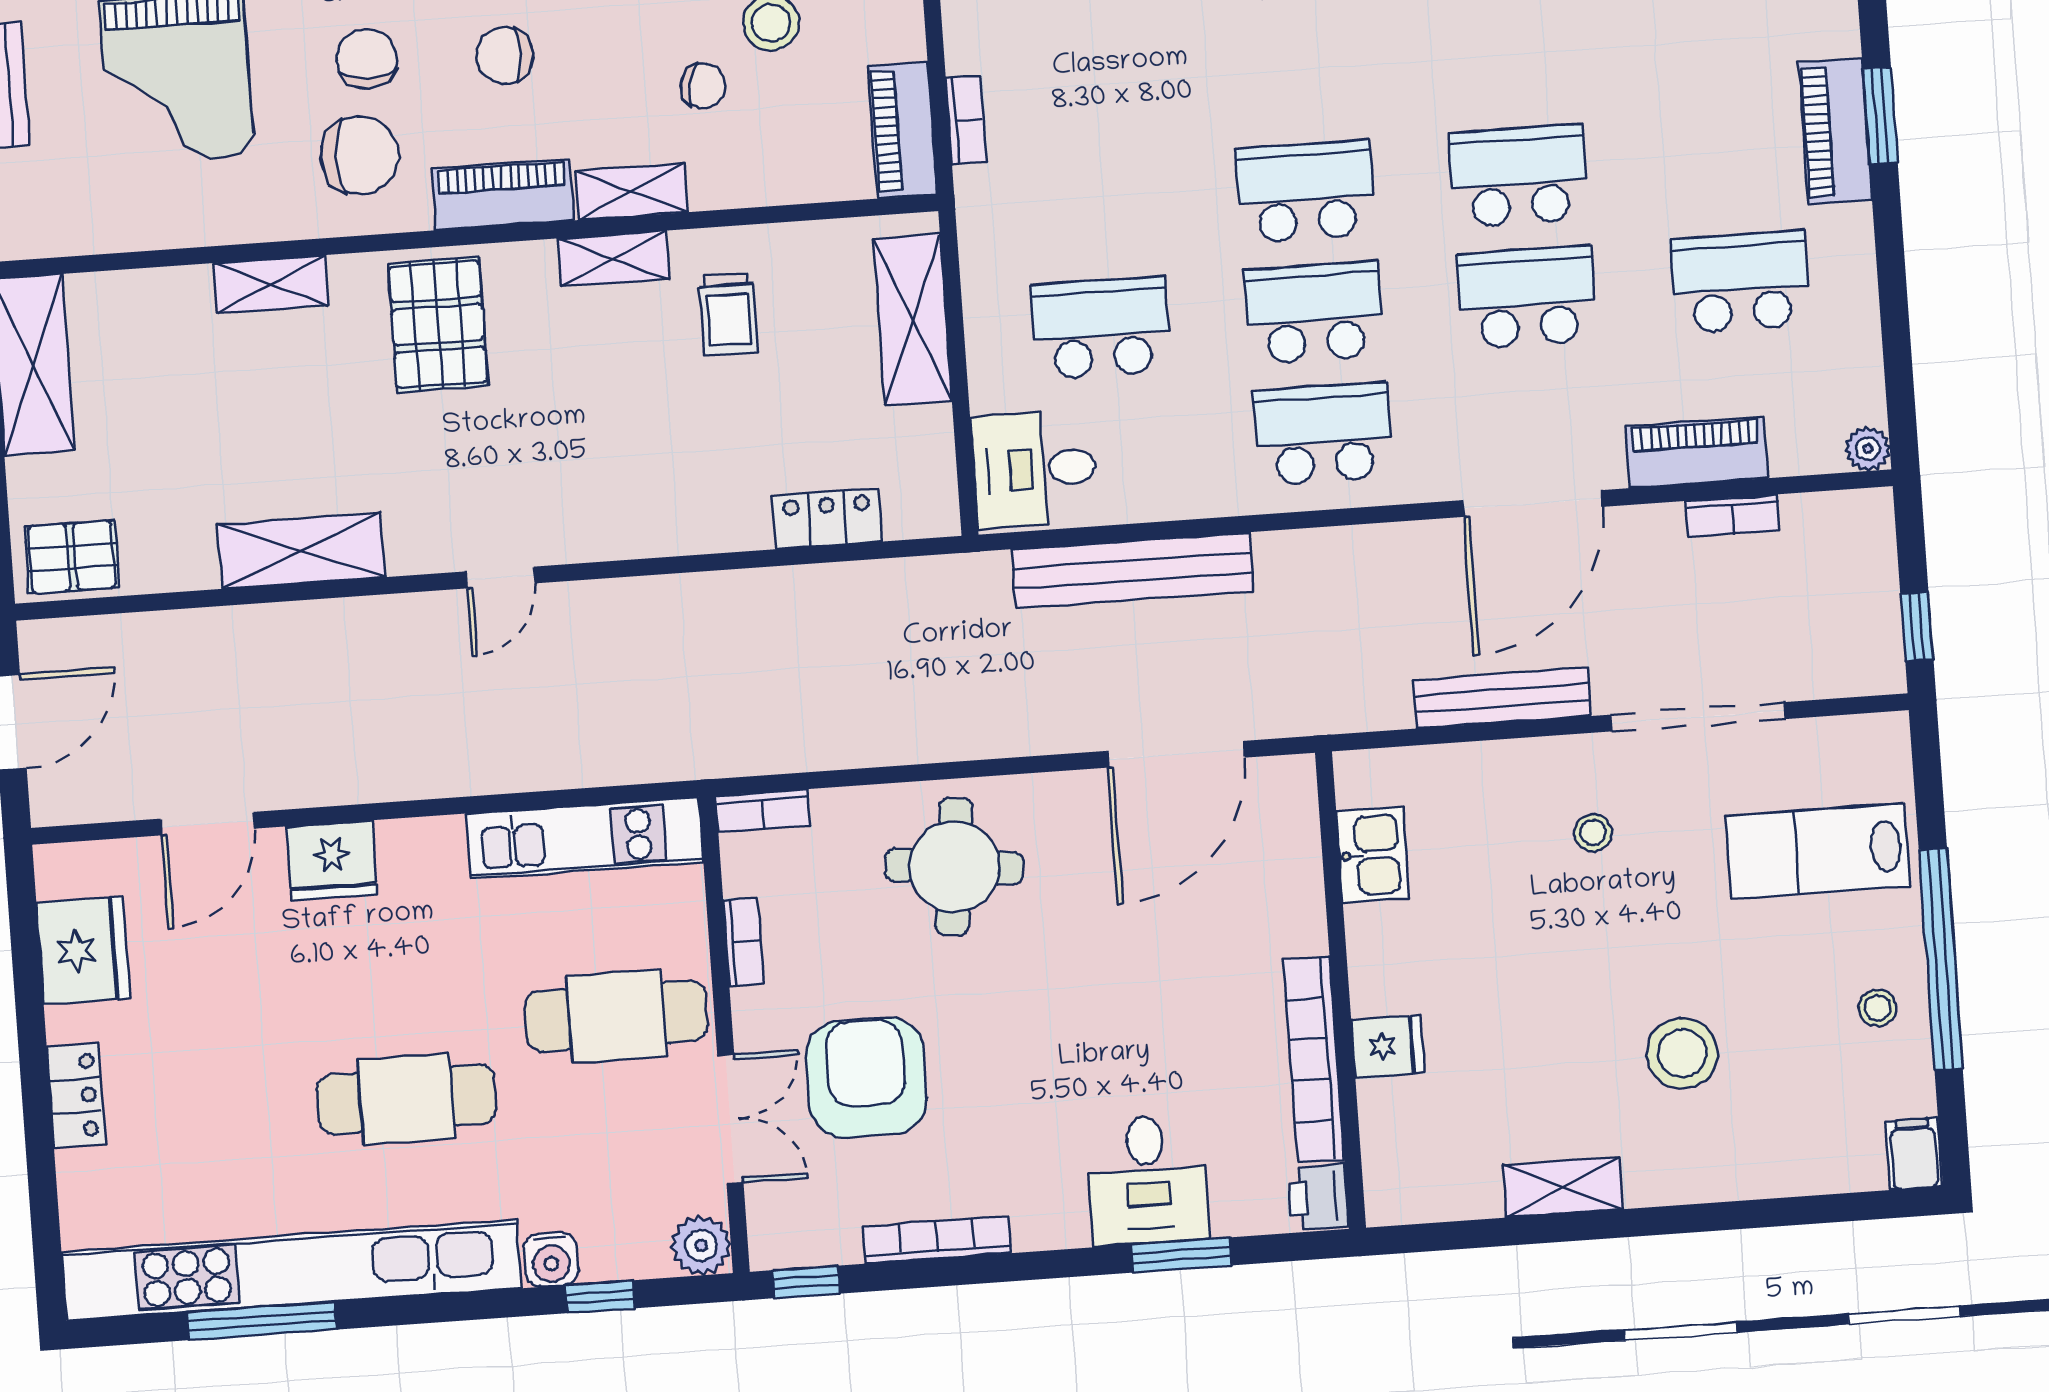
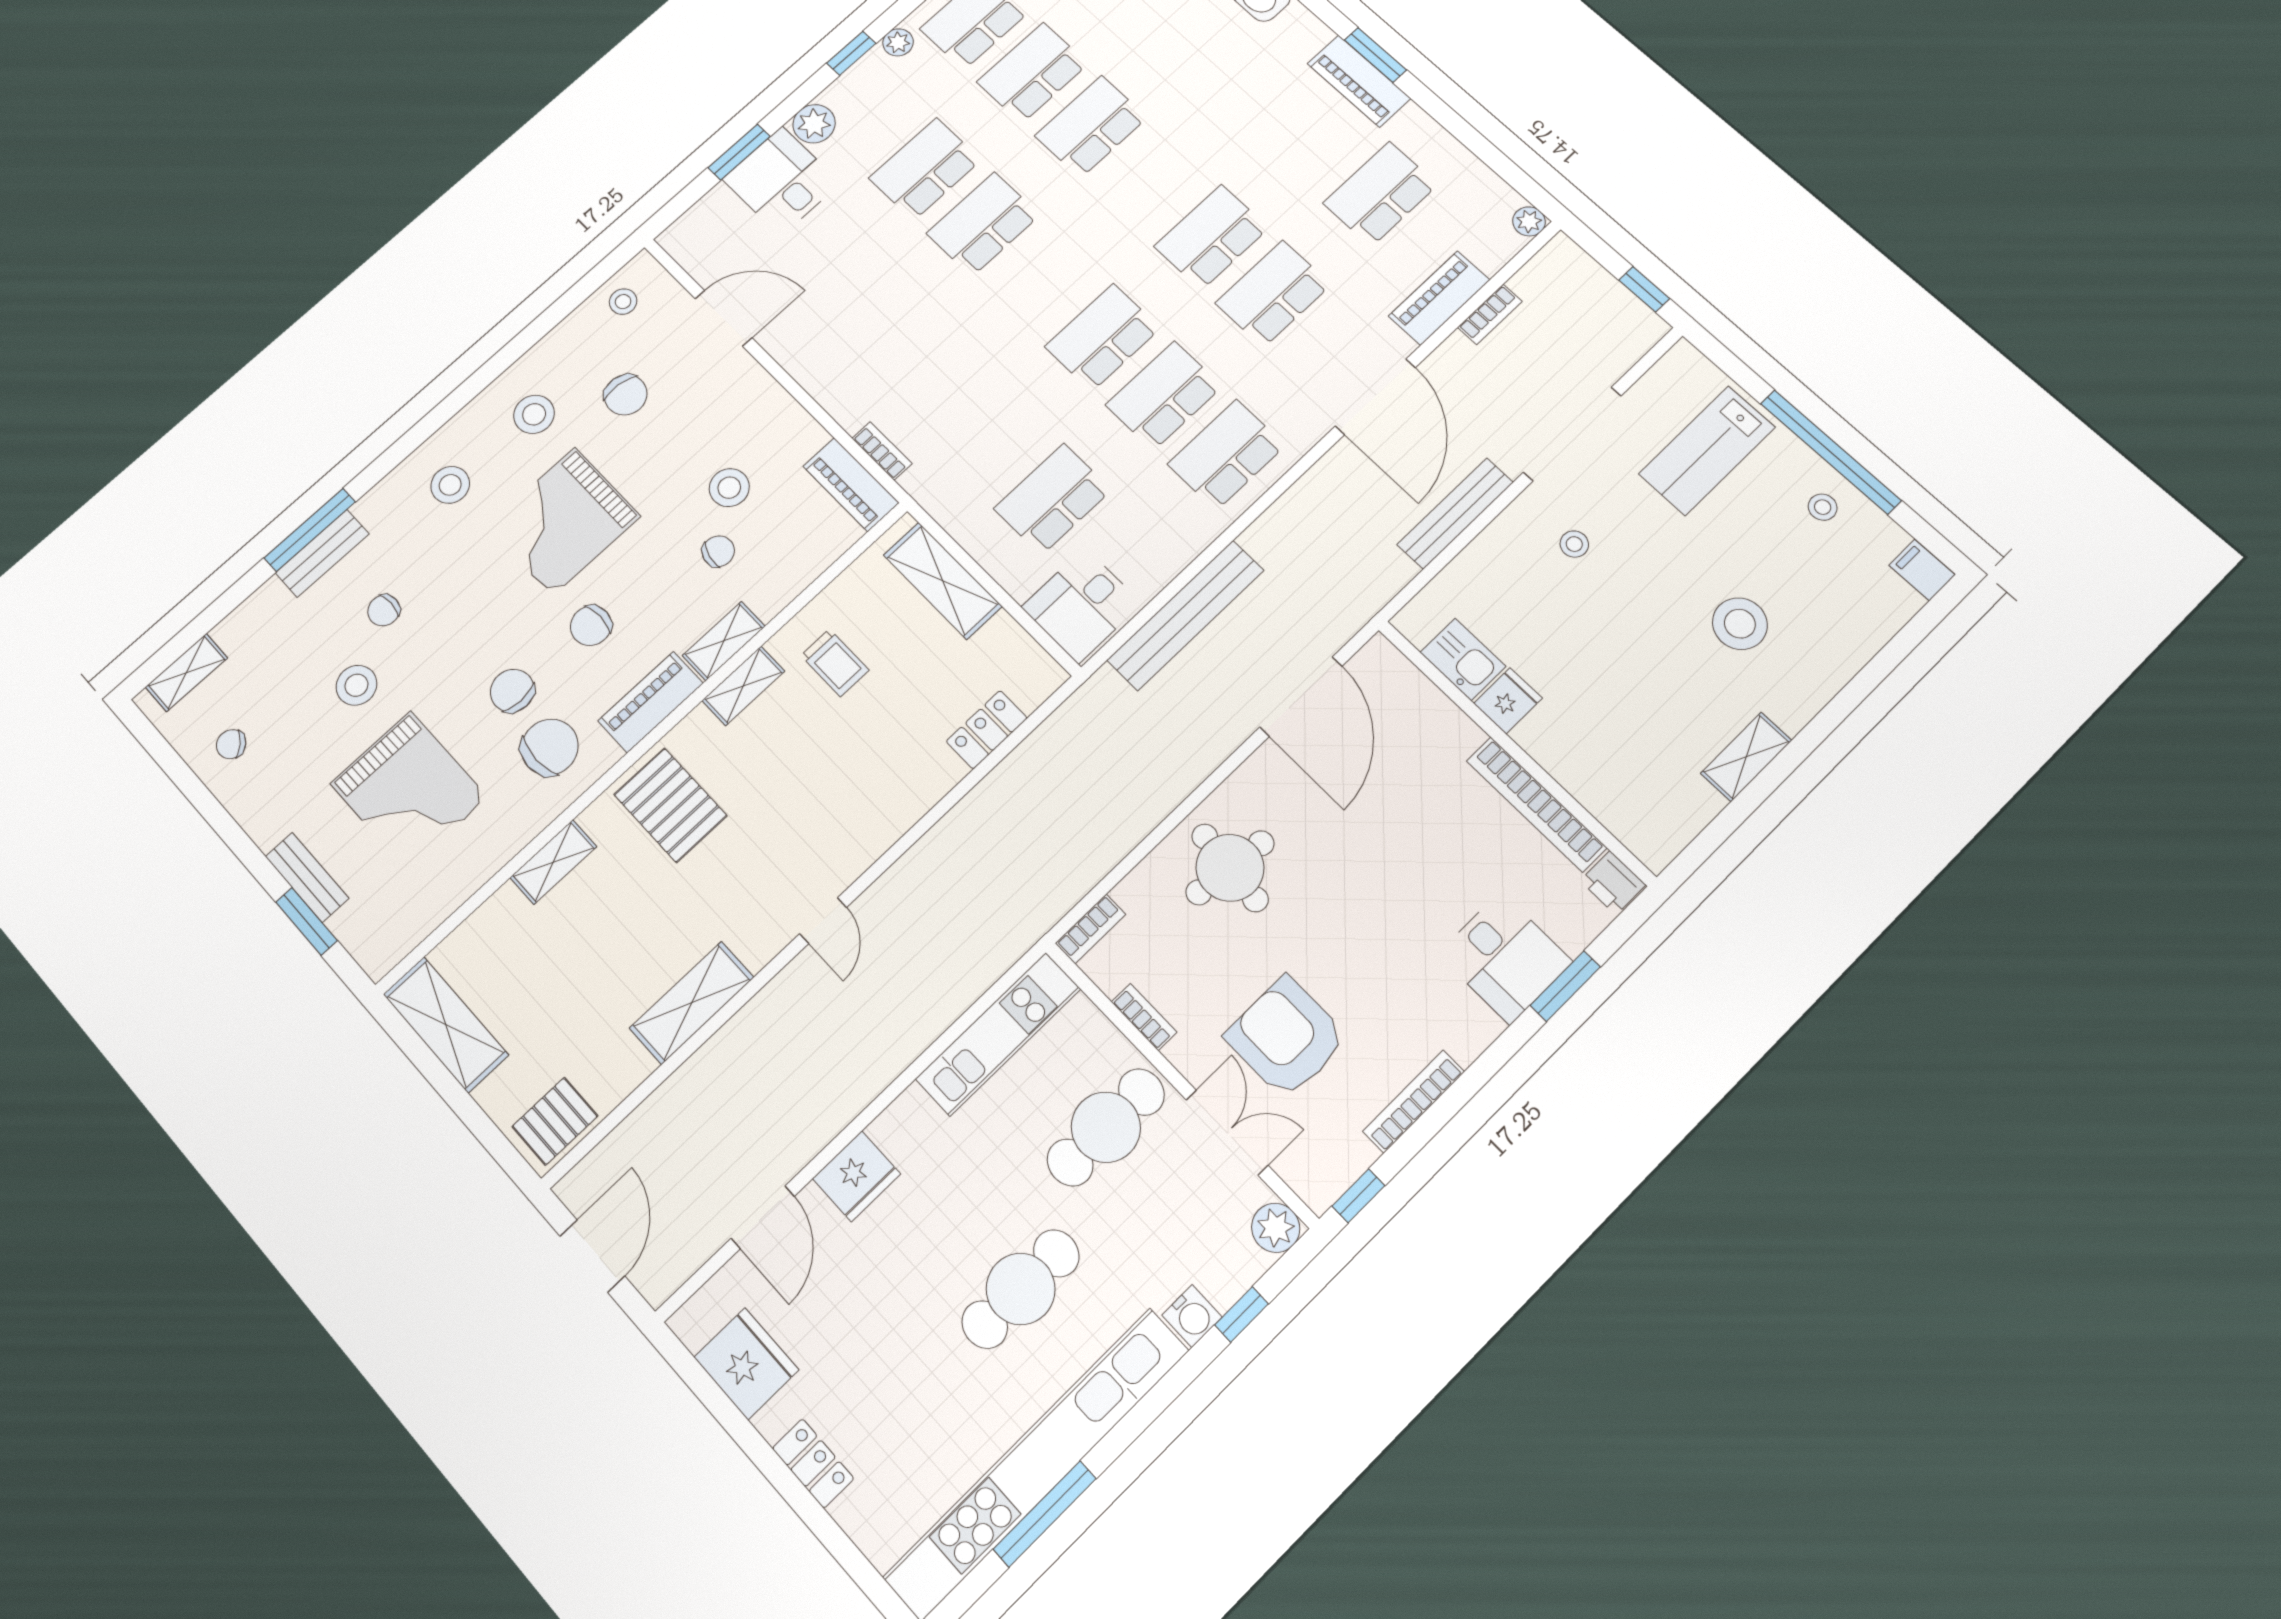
fridge: (1388, 1046) -> (1508, 701), moved

